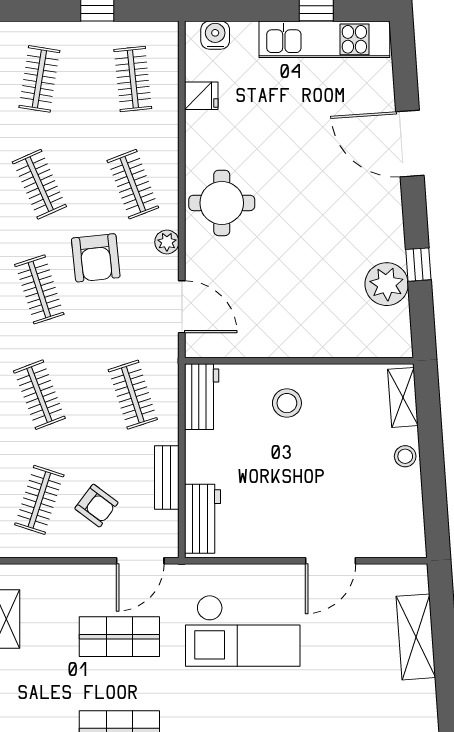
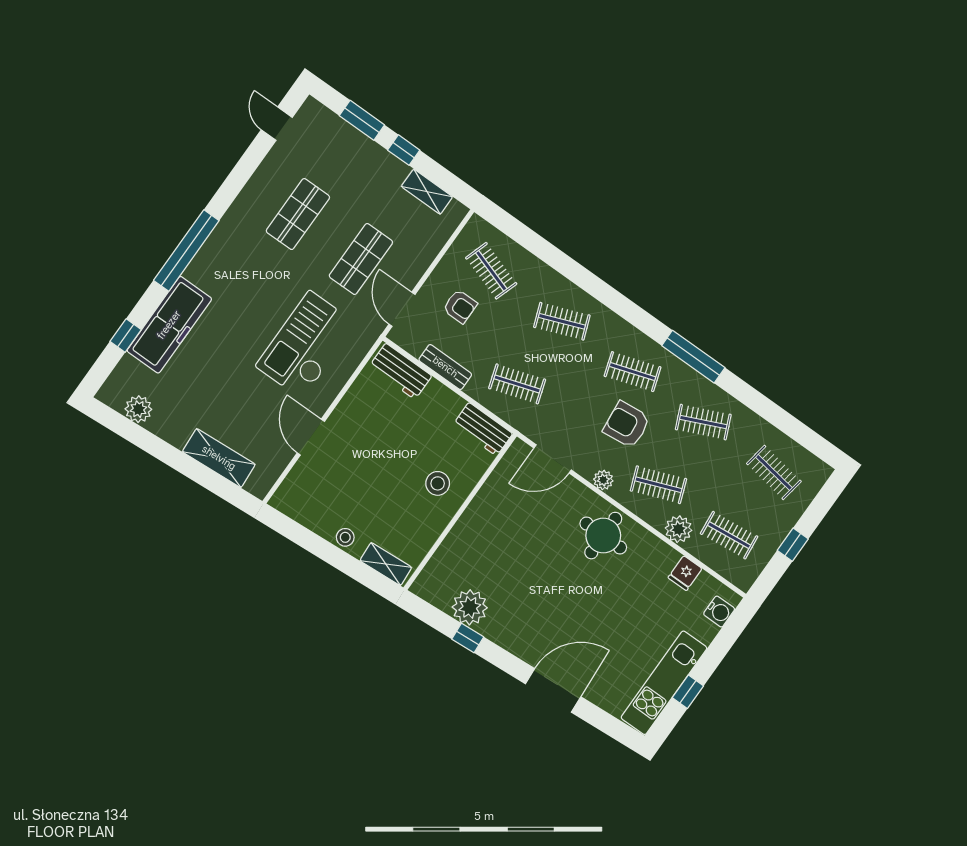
plant: (163, 133) -> (679, 529), added
armchair: (96, 506) -> (460, 306), turned -127

